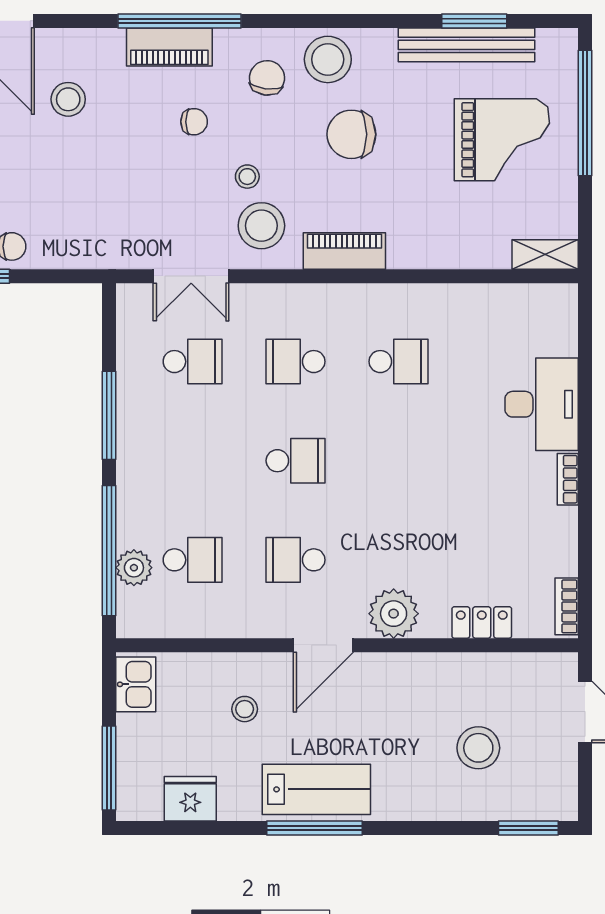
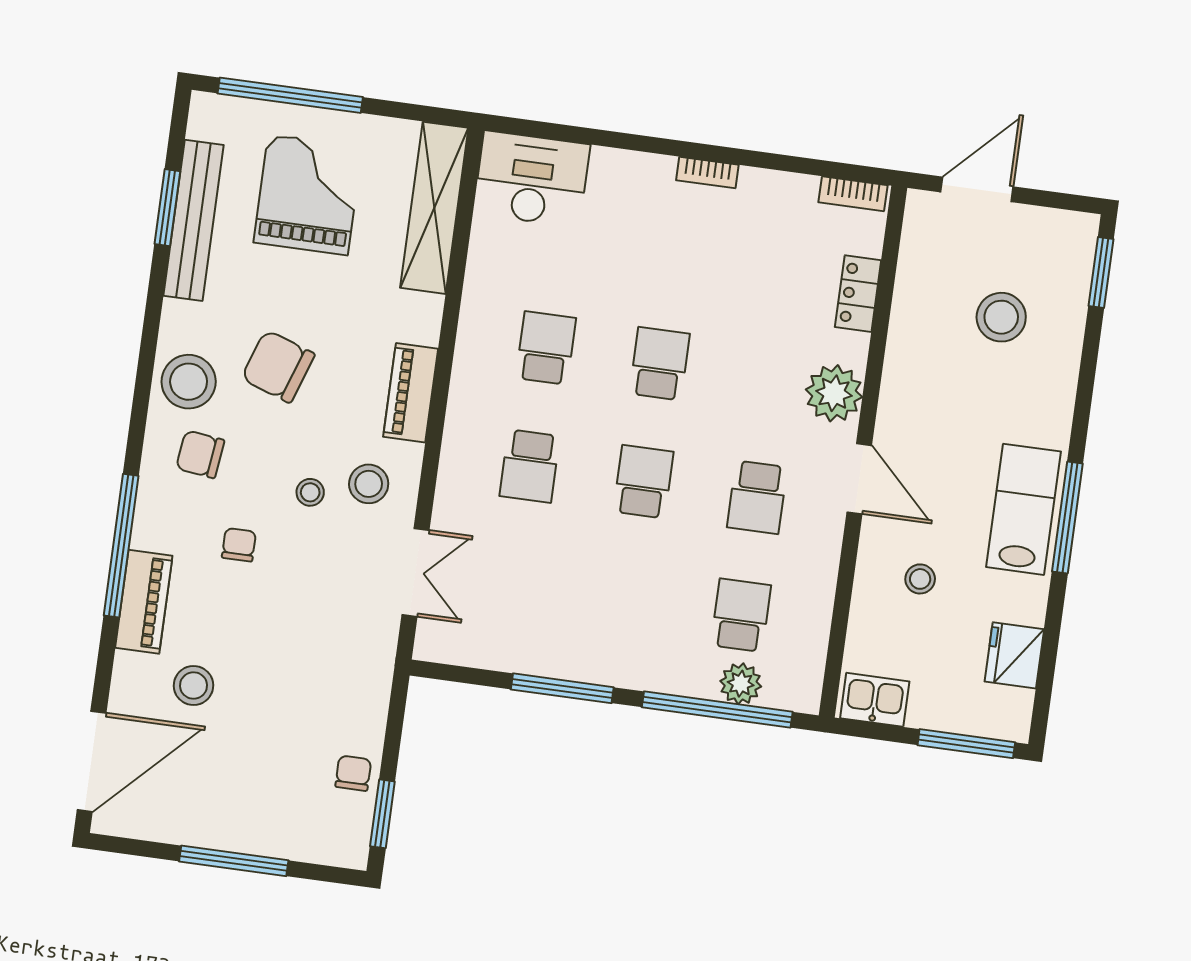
piano: (169, 47) -> (144, 602), moved
chair: (351, 134) -> (278, 366), turned 109
stool: (261, 226) -> (369, 484), width x0.73, depth x0.73
shelving: (545, 254) -> (434, 208), width x2.20, depth x1.33
school desk: (193, 362) -> (660, 364), moved
desk: (542, 404) -> (532, 179), moved

